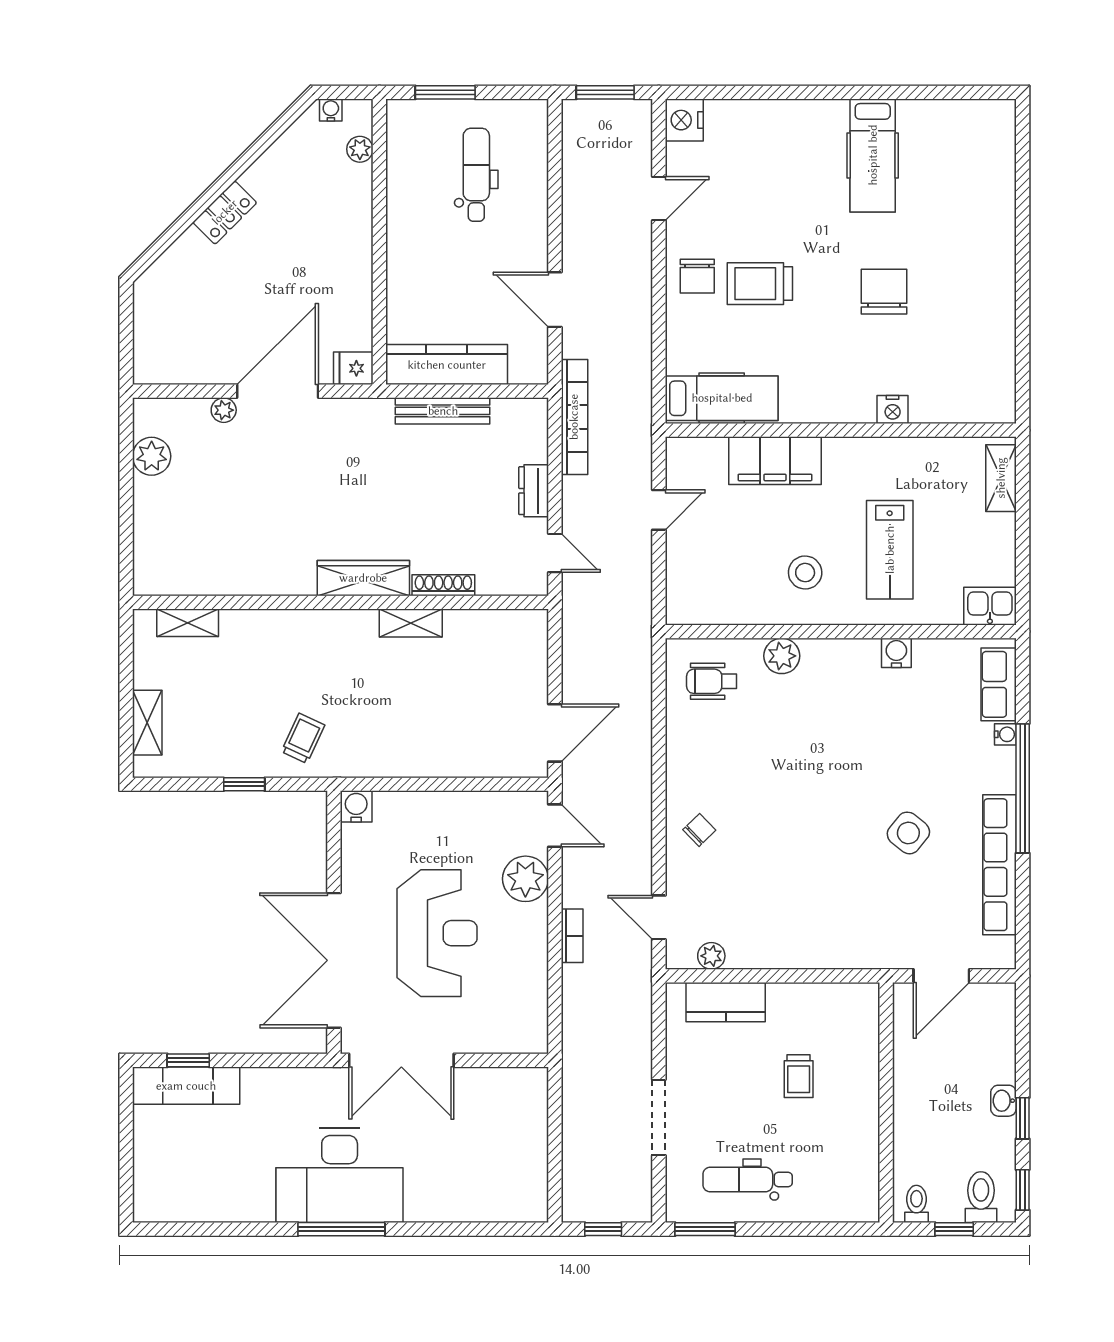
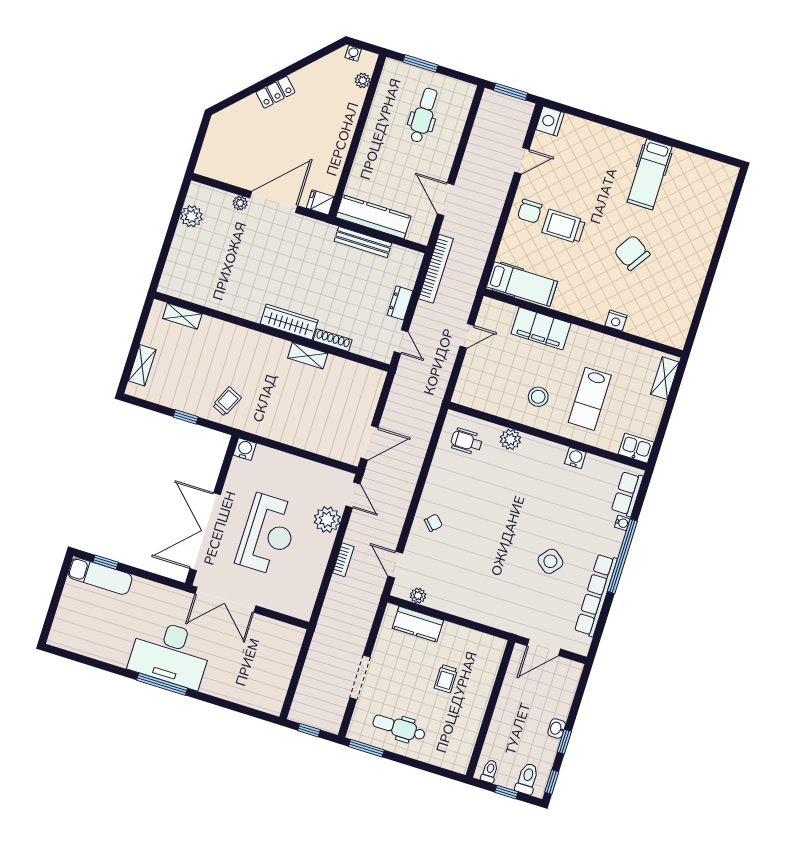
chair: (884, 292) -> (632, 253), turned -57

